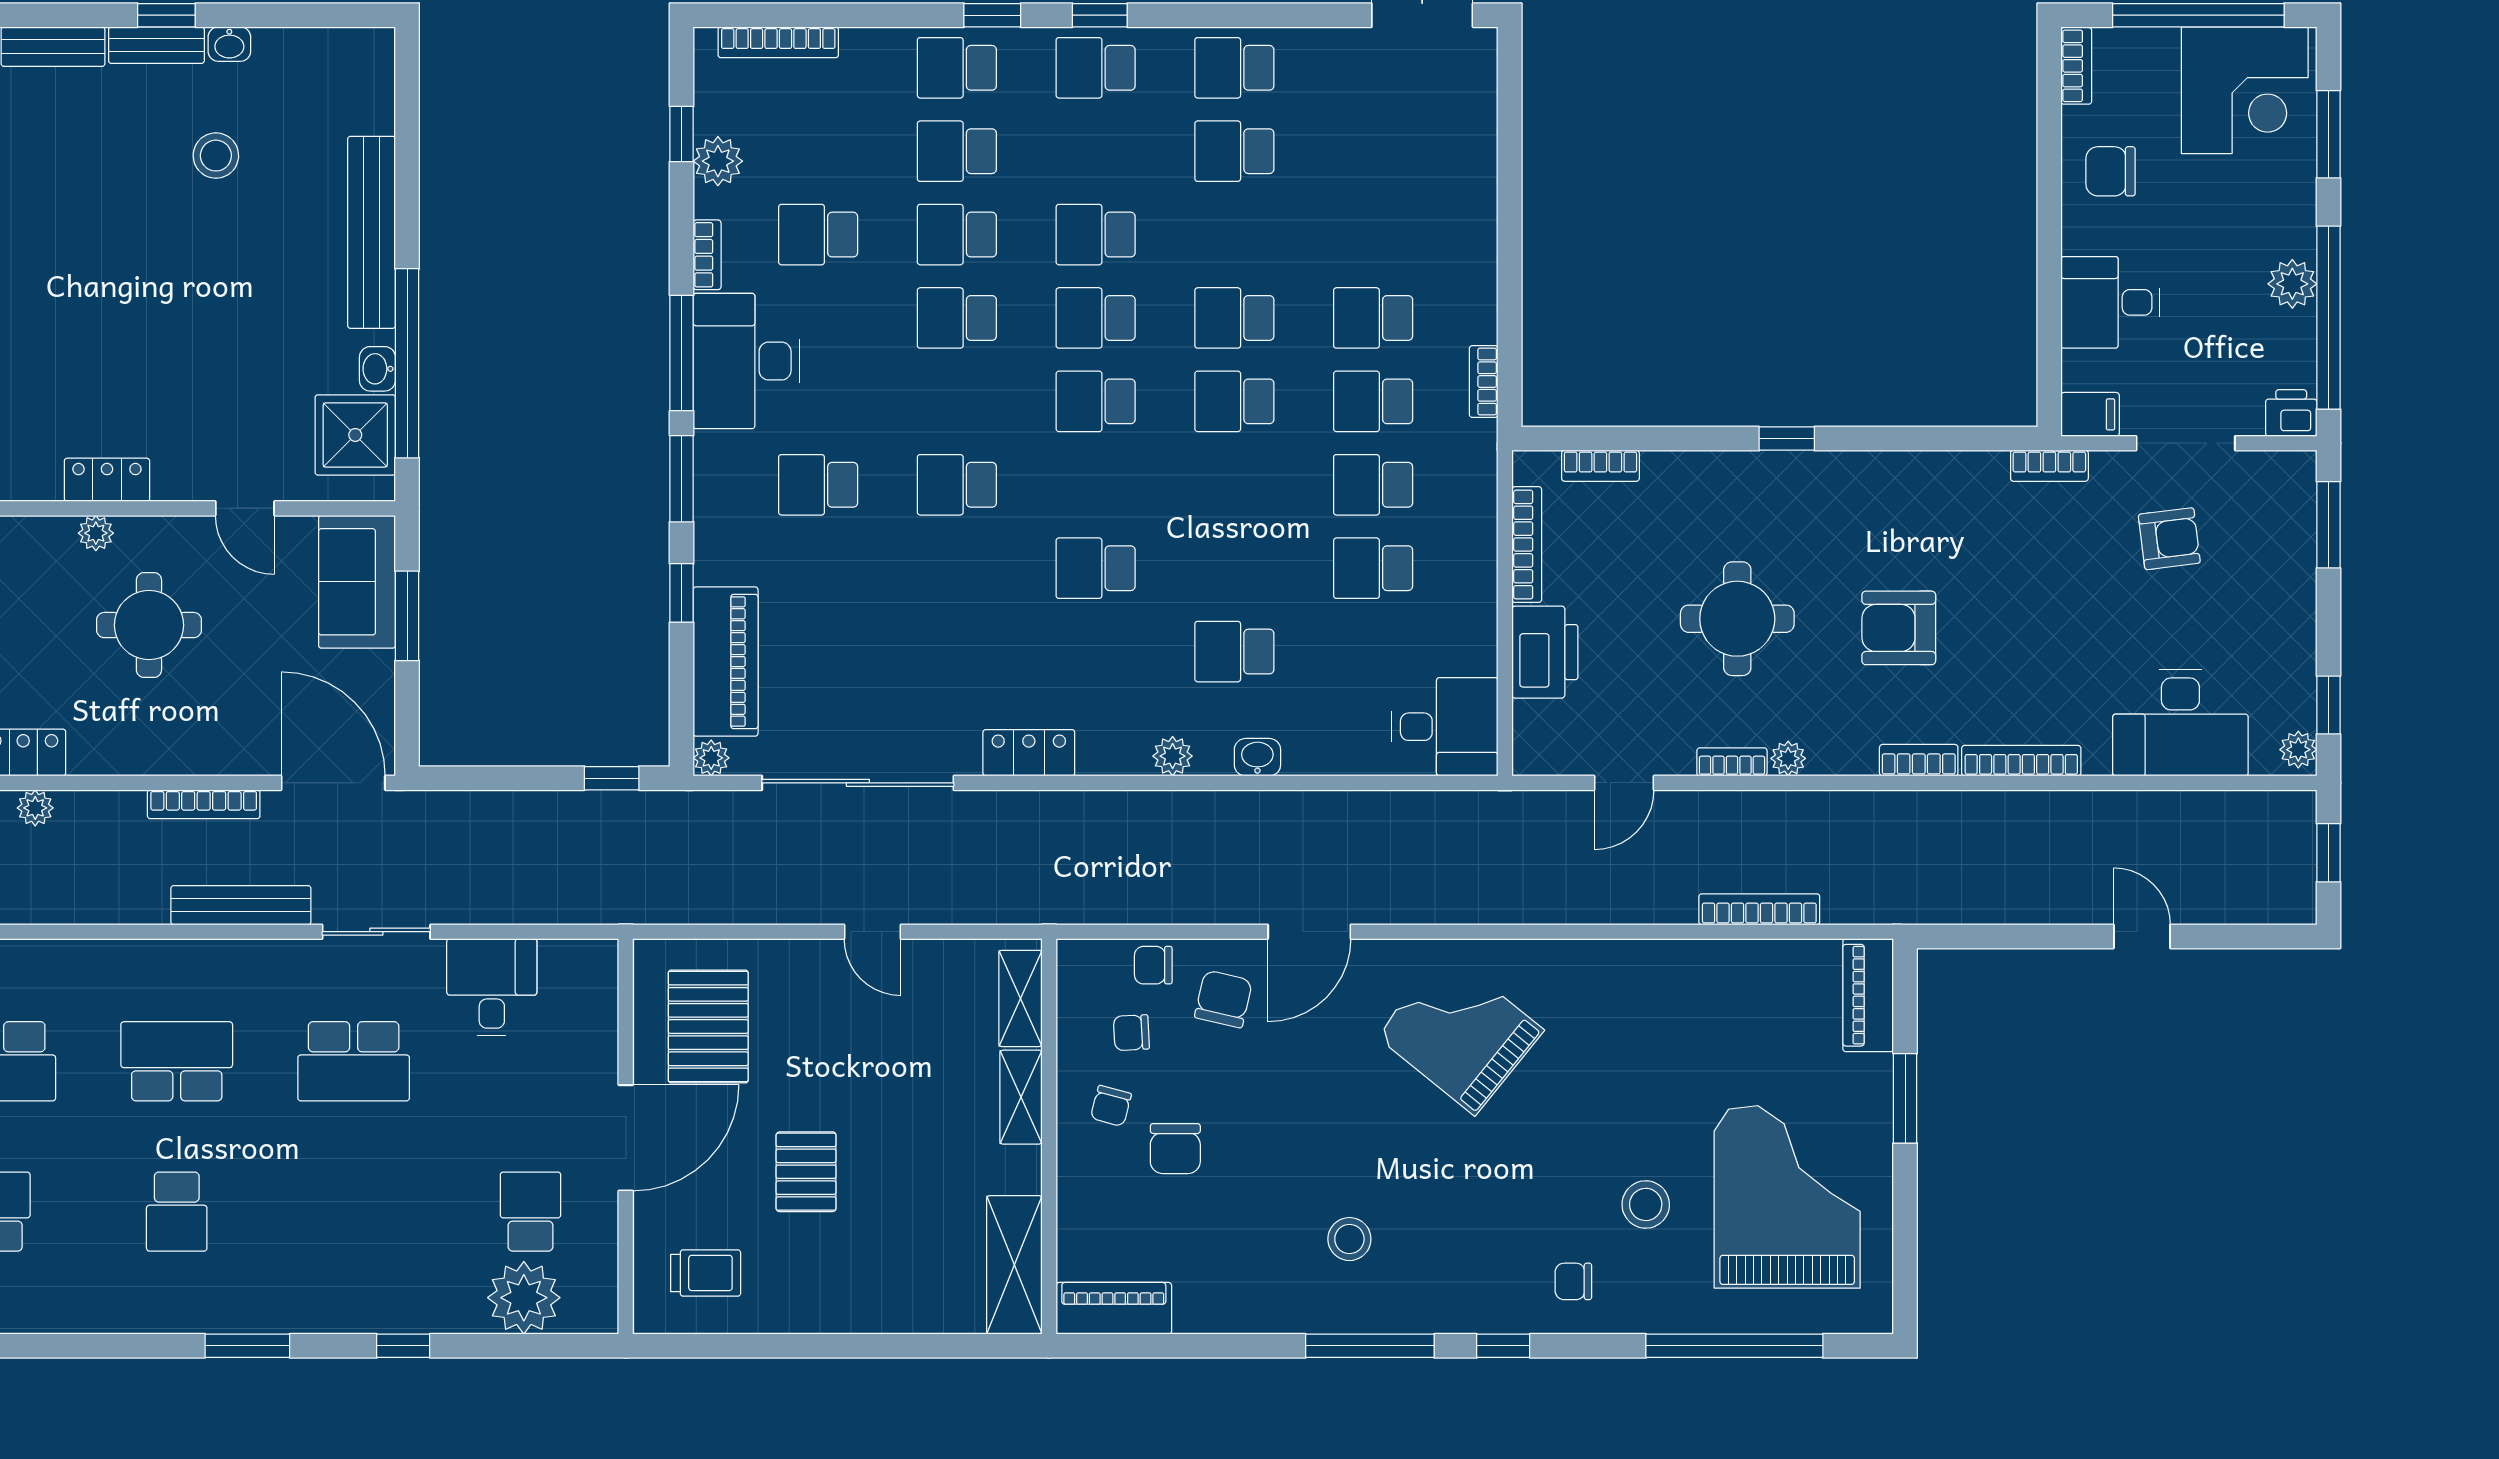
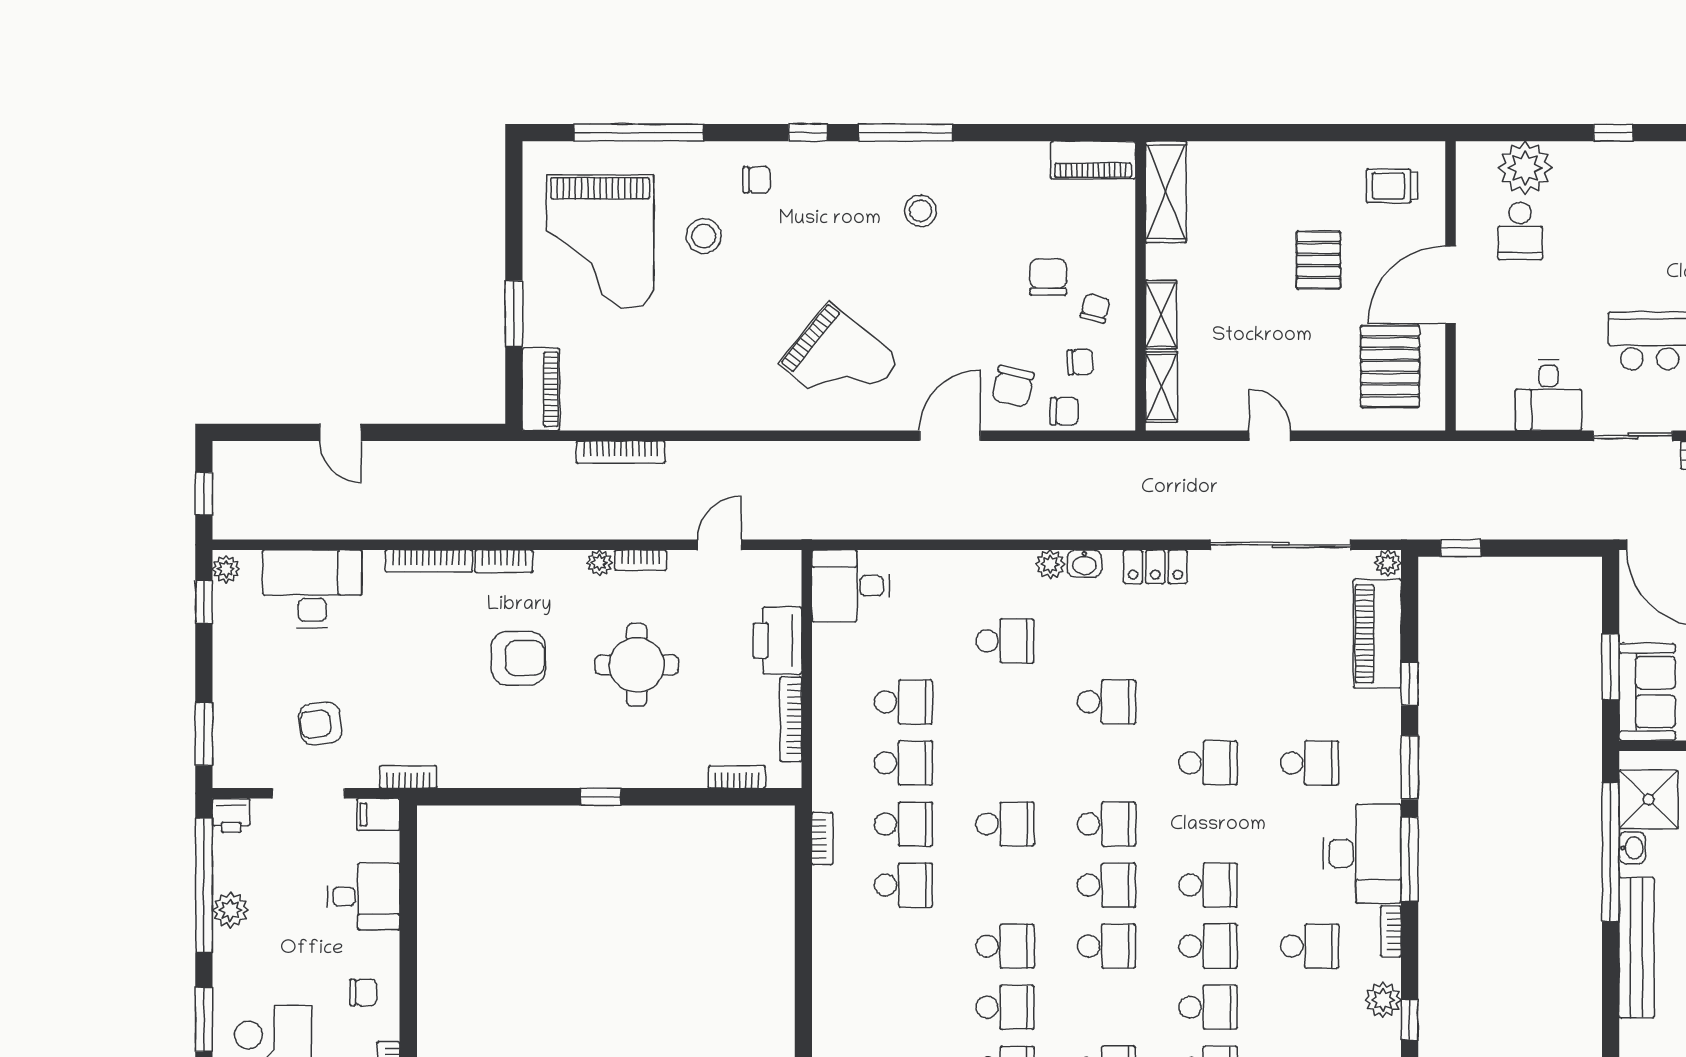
chair: (2111, 171) -> (363, 992), width x0.73, depth x0.73
school desk: (1234, 318) -> (1005, 946), moved
washbasin: (1257, 757) -> (1084, 564), moved

